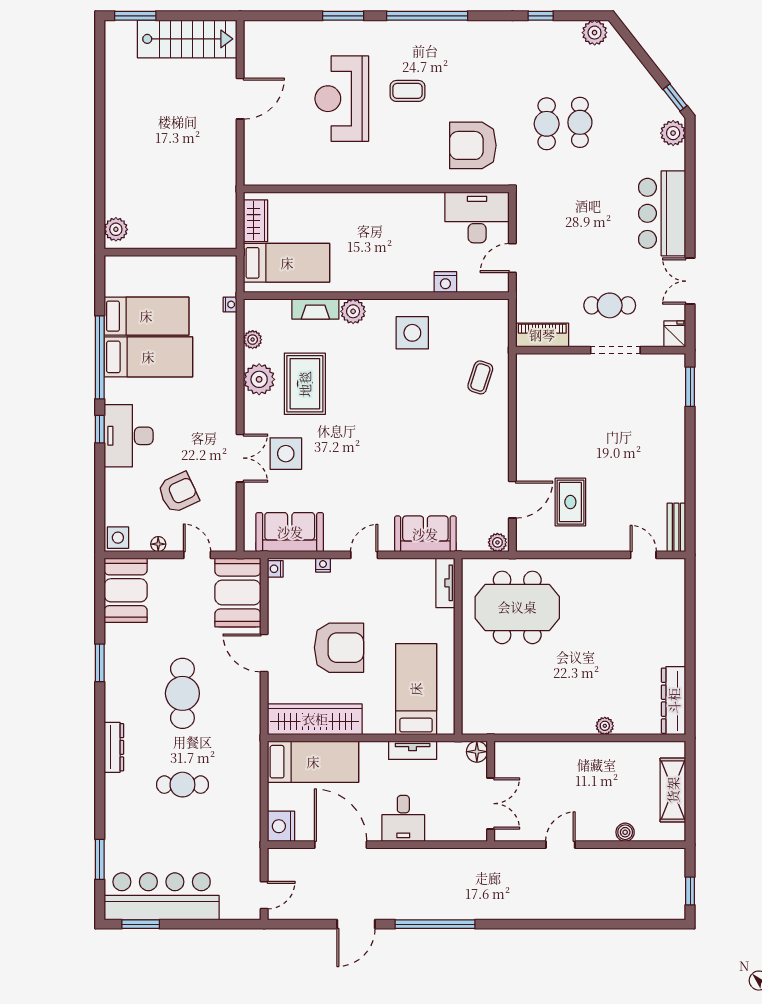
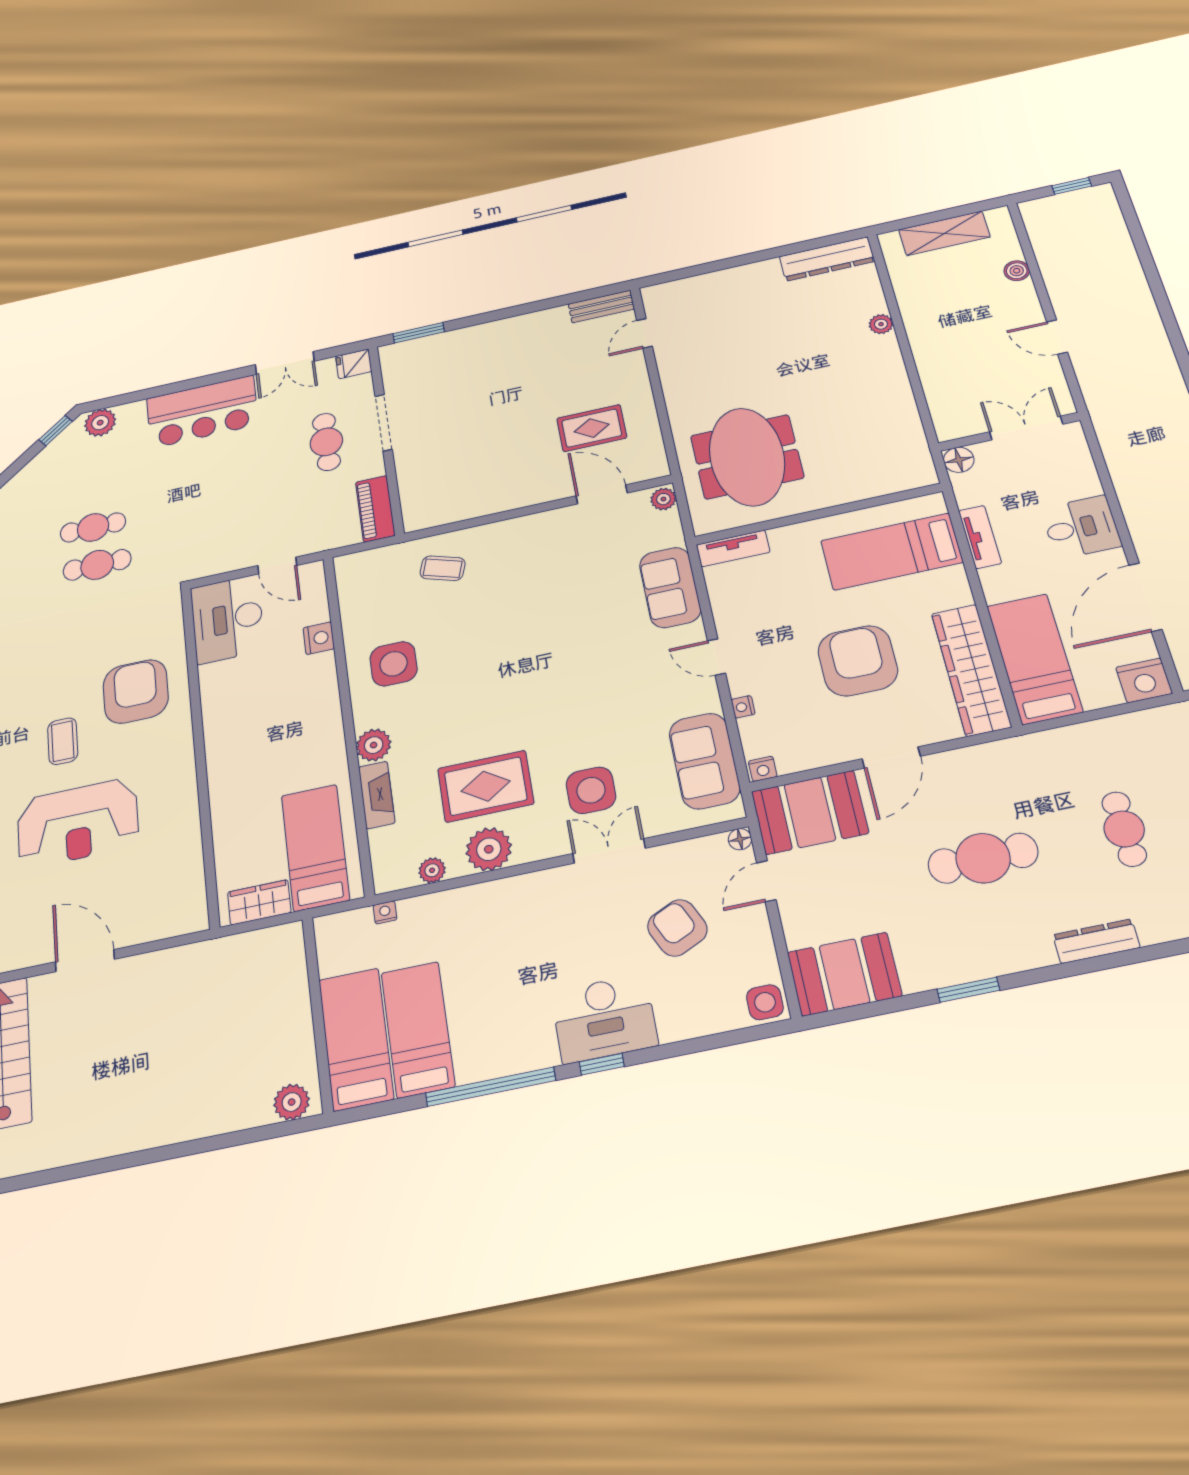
armchair: (473, 145) -> (136, 691), moved, turned 180
bed: (148, 357) -> (356, 1039), moved
floor lamp: (158, 544) -> (740, 839), moved

